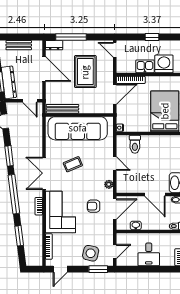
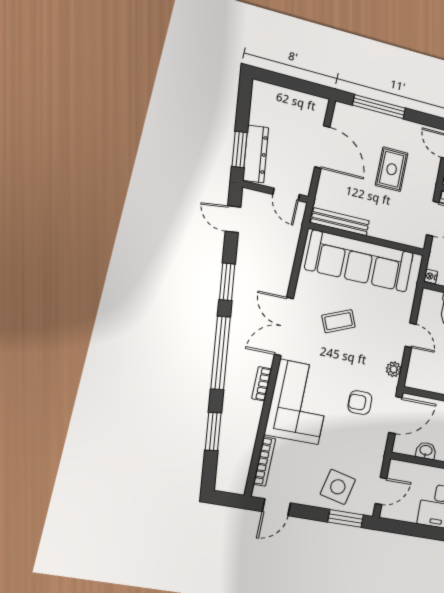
bench: (19, 45) -> (287, 96), removed
dresser: (54, 45) -> (348, 112), removed
rug: (85, 72) -> (392, 169), width x0.73, depth x0.70

